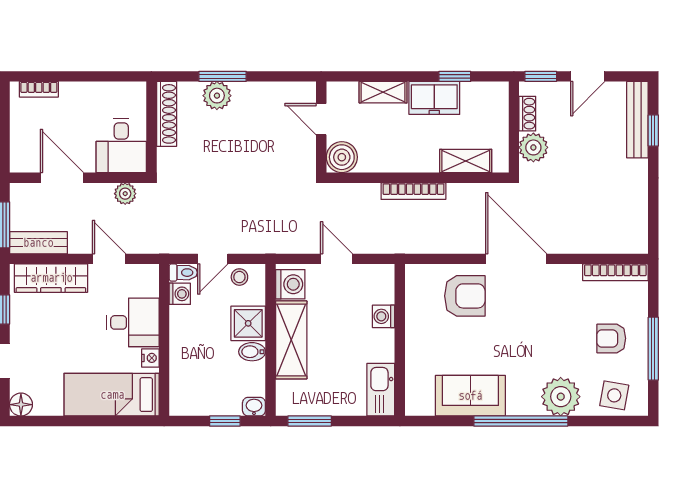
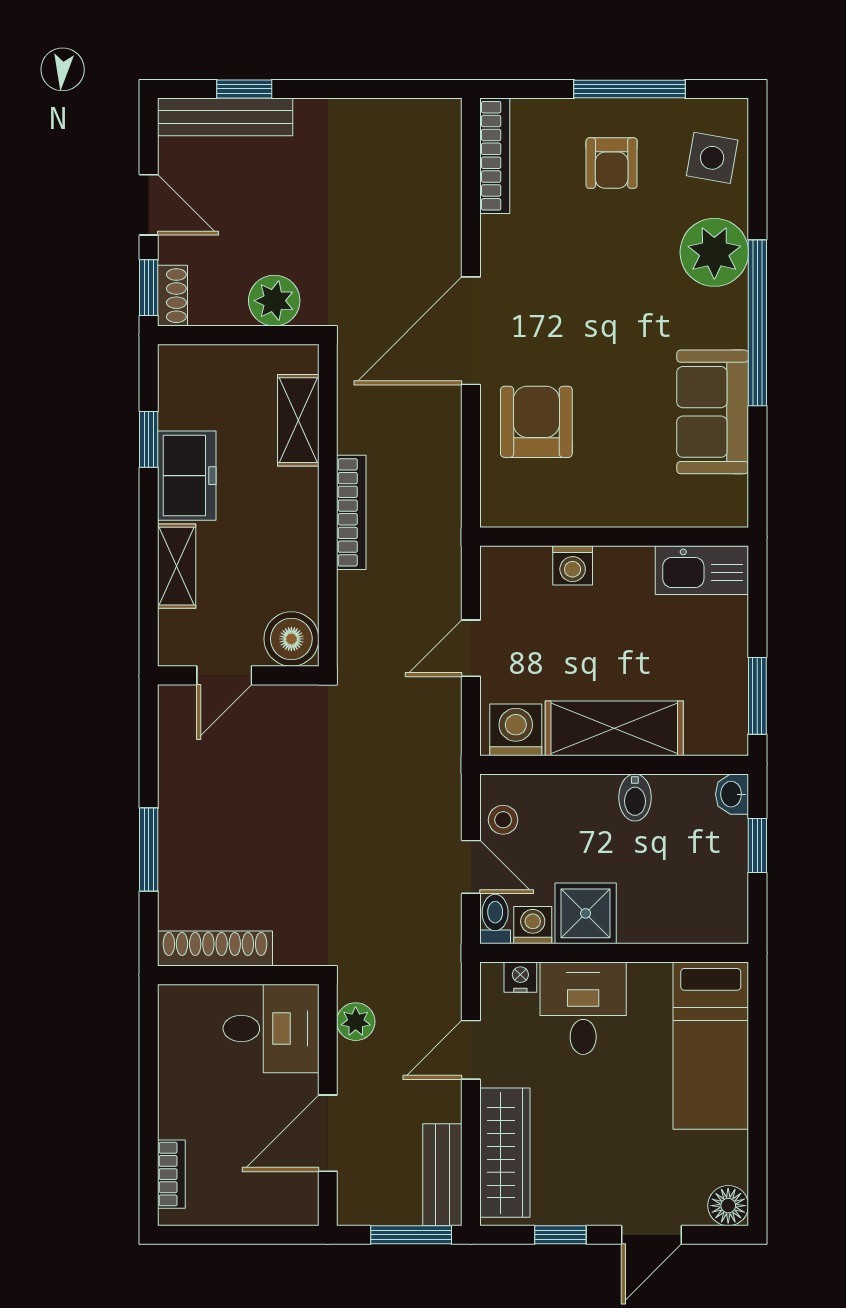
plant: (217, 96) -> (183, 859), removed
shoe rack: (527, 114) -> (173, 296), moved, turned 90
shower: (248, 323) -> (586, 913), moved
nightstand: (150, 358) -> (520, 977), moved

